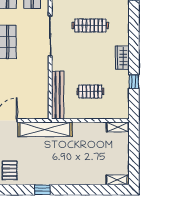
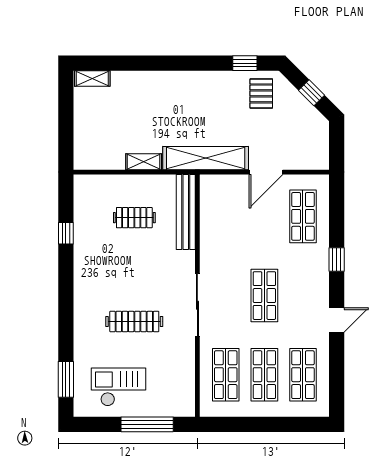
wardrobe: (122, 58) -> (84, 271), removed
shelving: (118, 127) -> (144, 162), moved
window: (42, 190) -> (245, 63), moved

